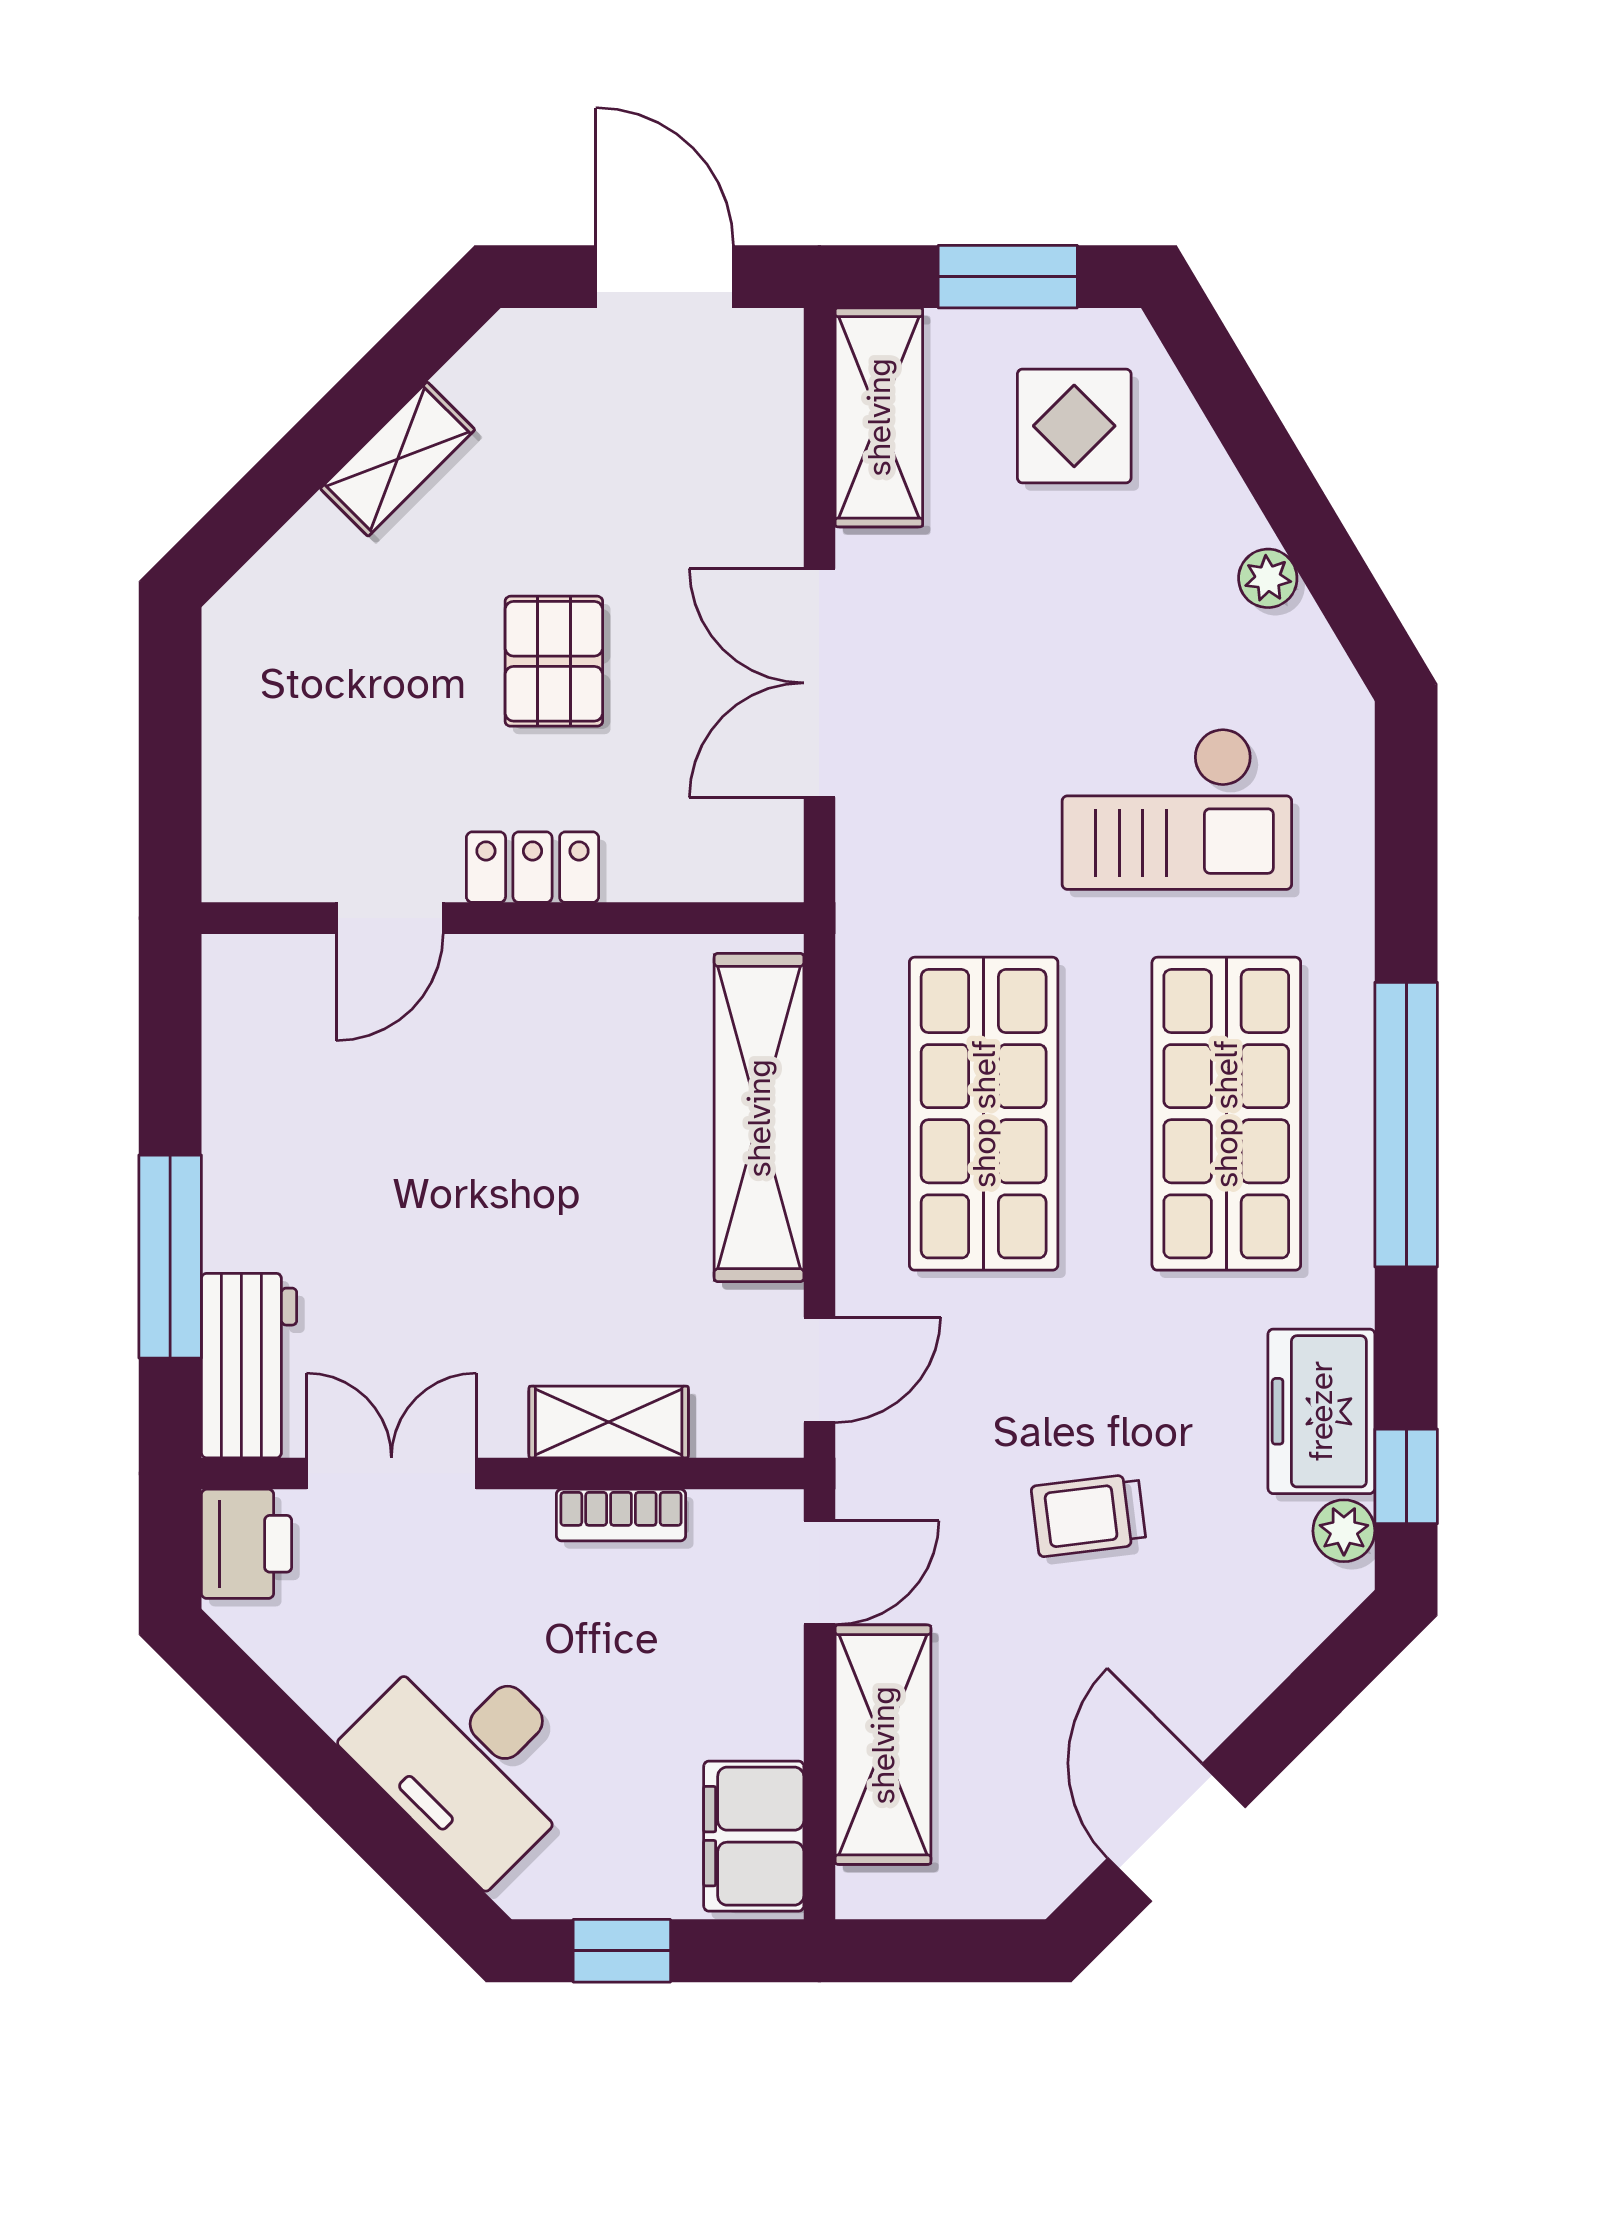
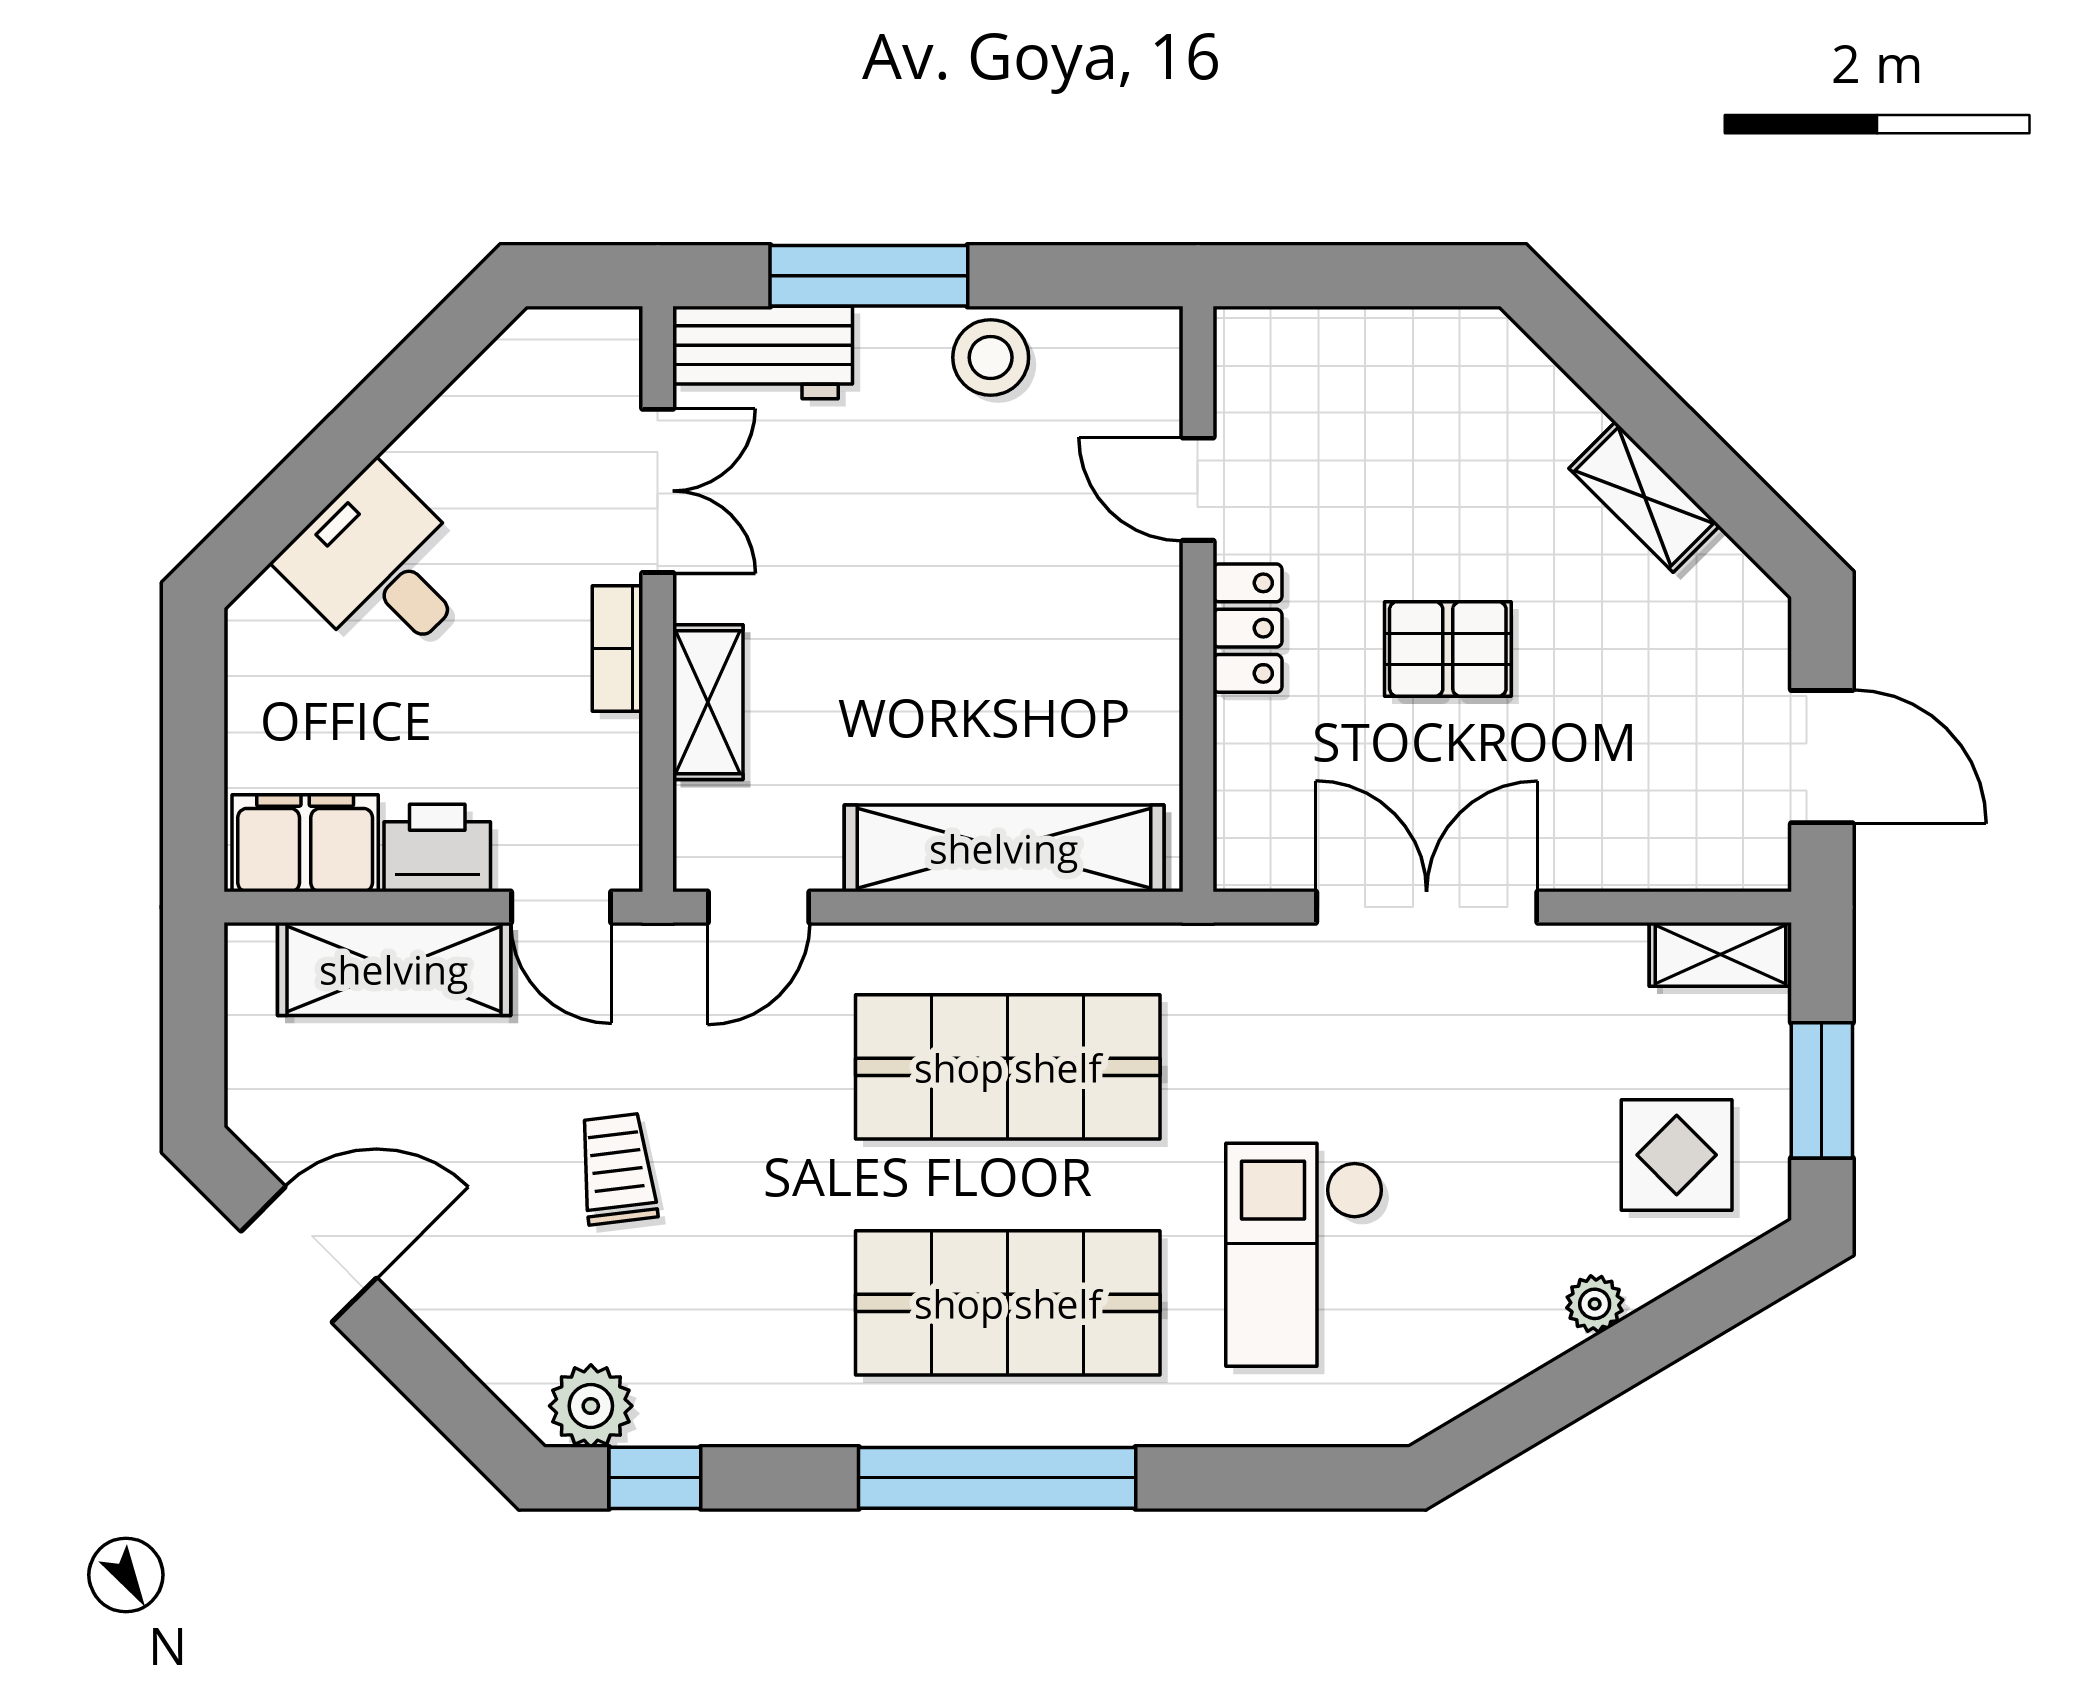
door: (665, 277) -> (1822, 757), hinge flipped
shelving: (879, 417) -> (1720, 954), width x0.67, depth x0.75
plant: (1268, 578) -> (1595, 1304), moved
stool: (254, 1131) -> (991, 357), added
door: (819, 1370) -> (759, 907), hinge flipped
freezer: (1321, 1411) -> (718, 1395), removed
bookcase: (621, 1515) -> (617, 649), moved
plant: (1344, 1531) -> (591, 1406), width x1.38, depth x1.38
printer: (247, 1544) -> (437, 848), moved, turned 180
desk: (470, 1759) -> (380, 567), width x0.73
window: (622, 1951) -> (194, 715), removed

